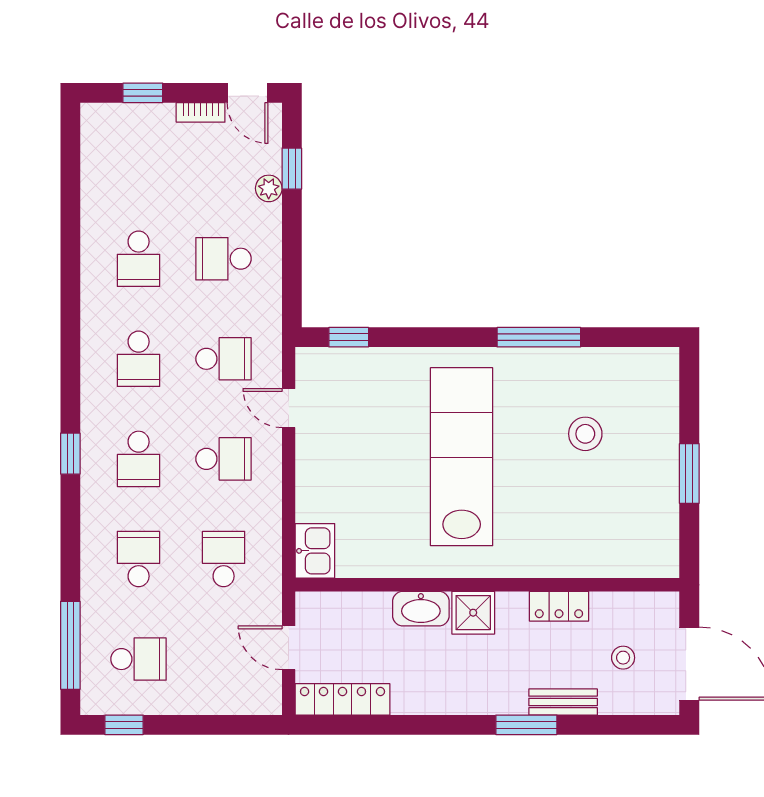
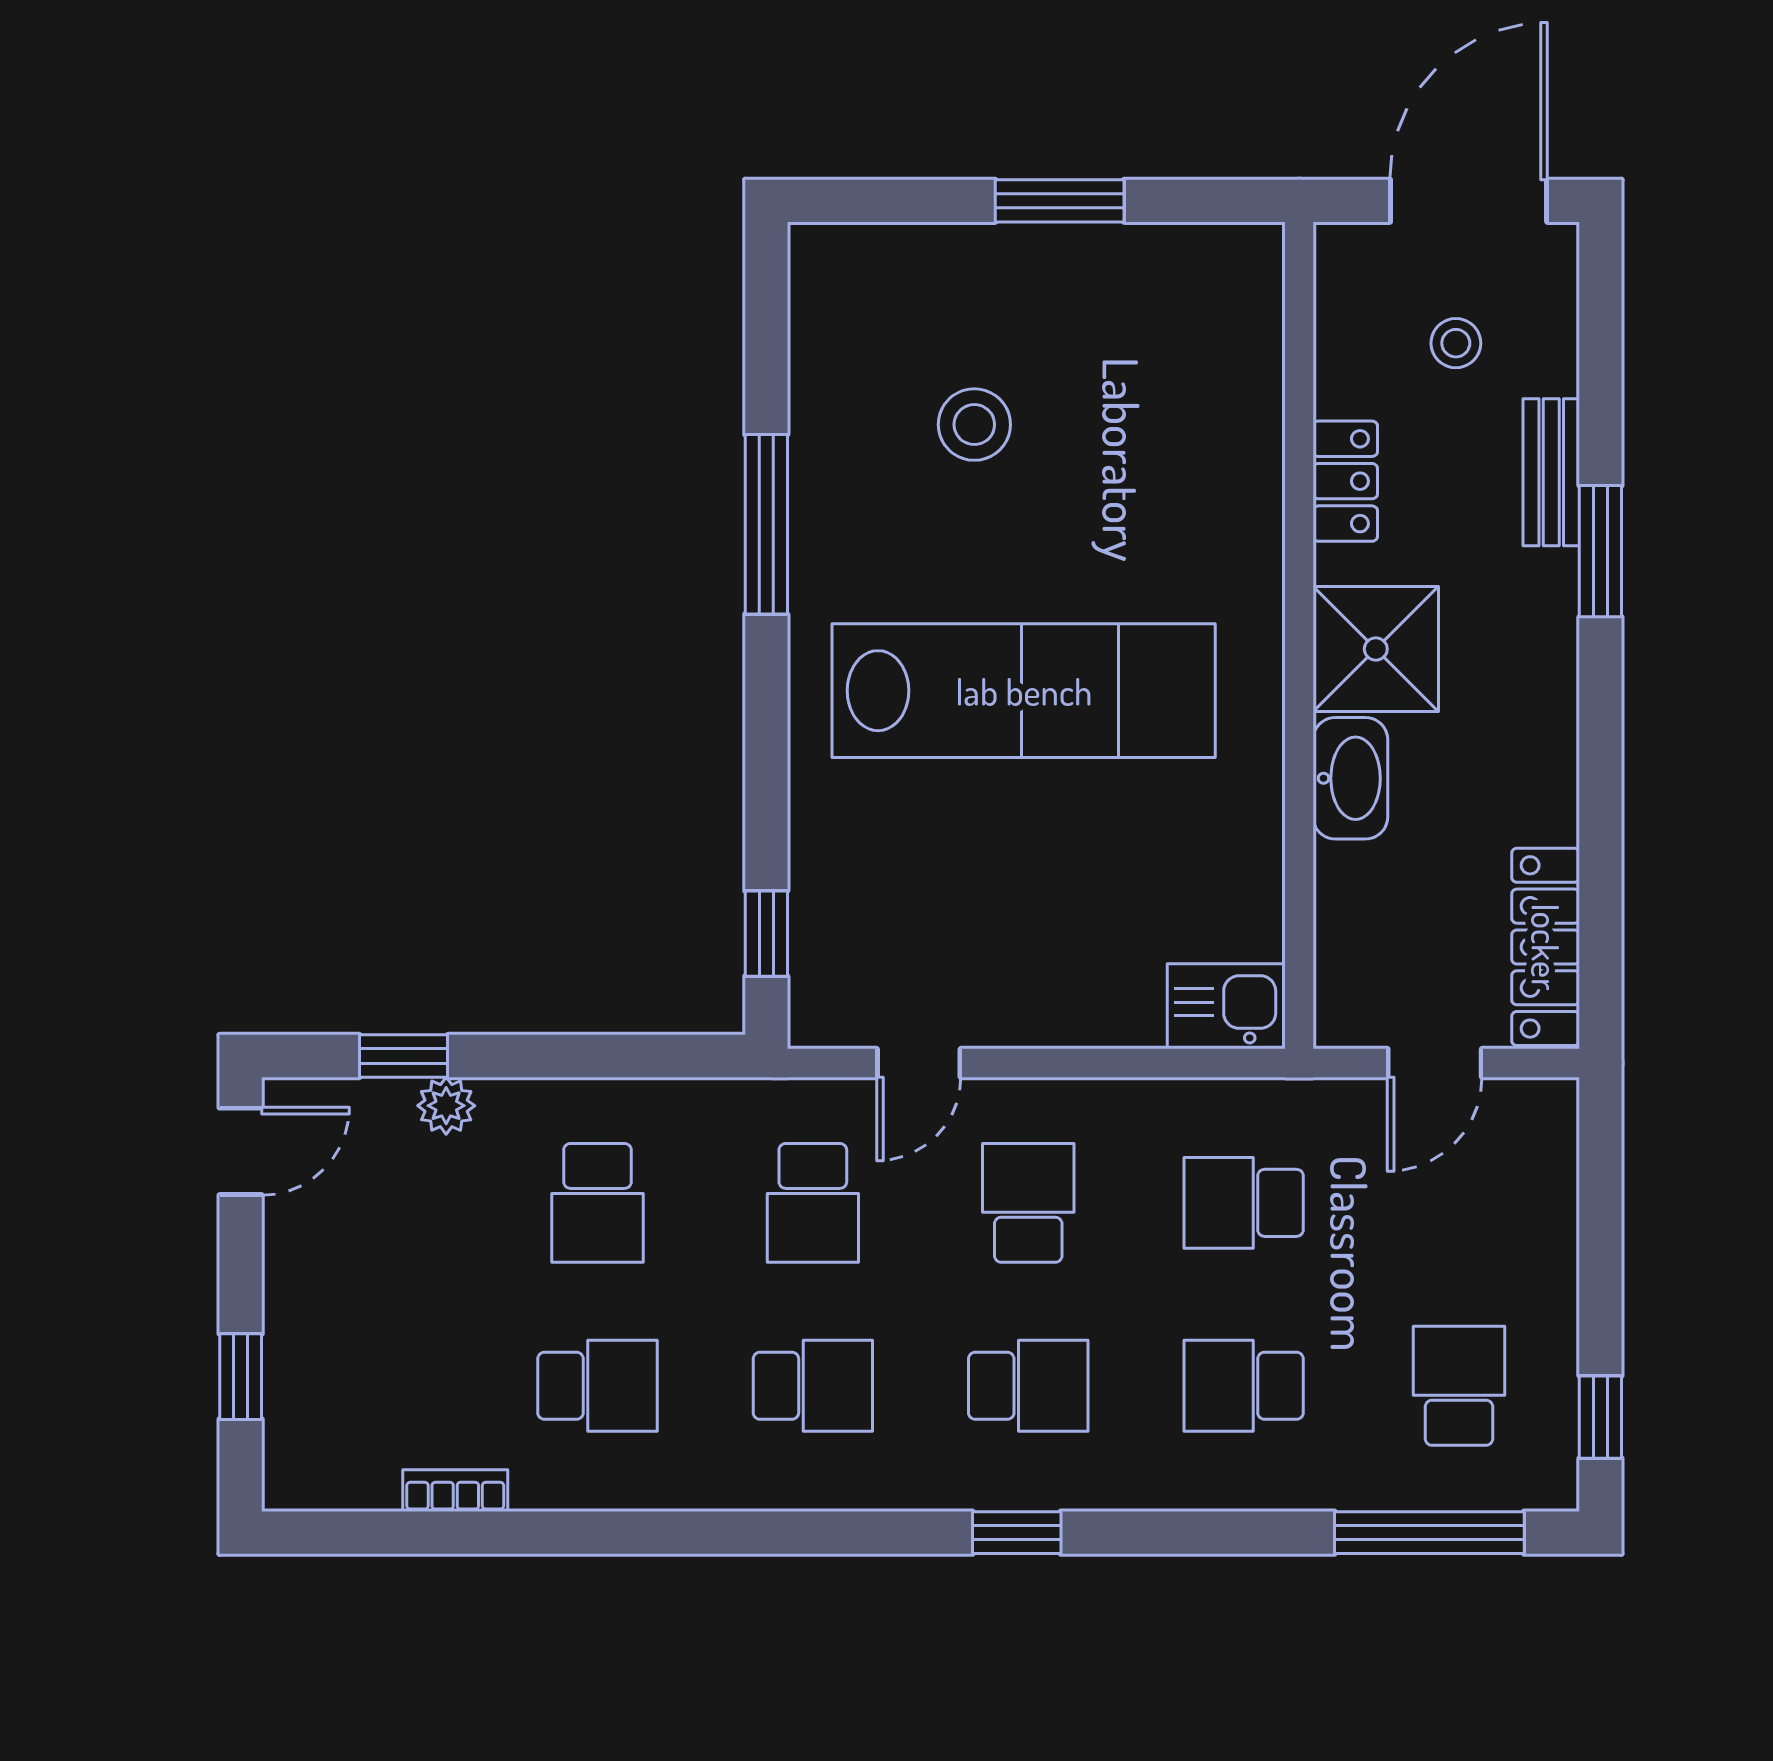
bookcase: (201, 112) -> (455, 1491), moved, turned -90
school desk: (224, 359) -> (813, 1203), turned 180
lab bench: (462, 457) -> (1024, 691), turned 180
shower: (473, 613) -> (1376, 649), width x1.36, depth x1.36

